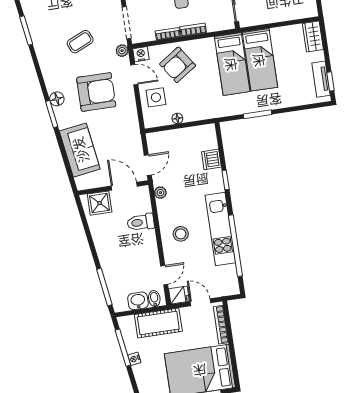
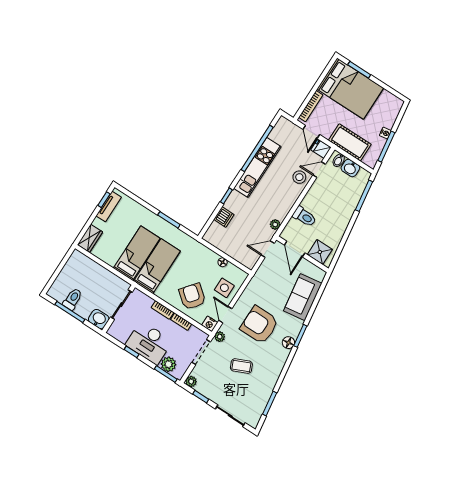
armchair: (178, 65) -> (192, 296), turned -107
stool: (181, 234) -> (299, 177), moved

